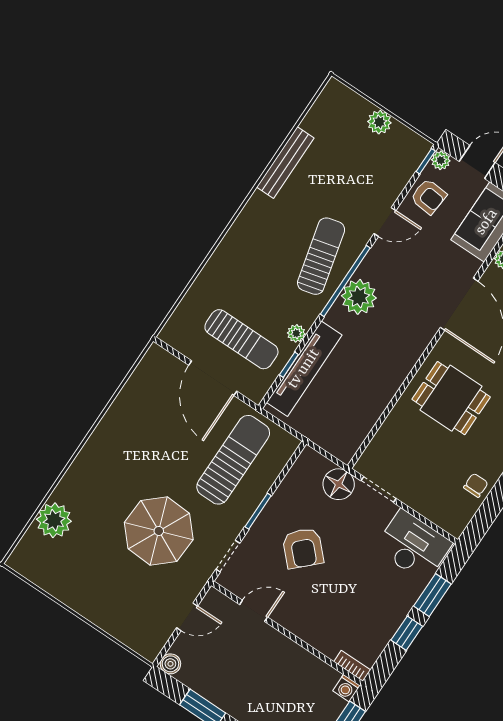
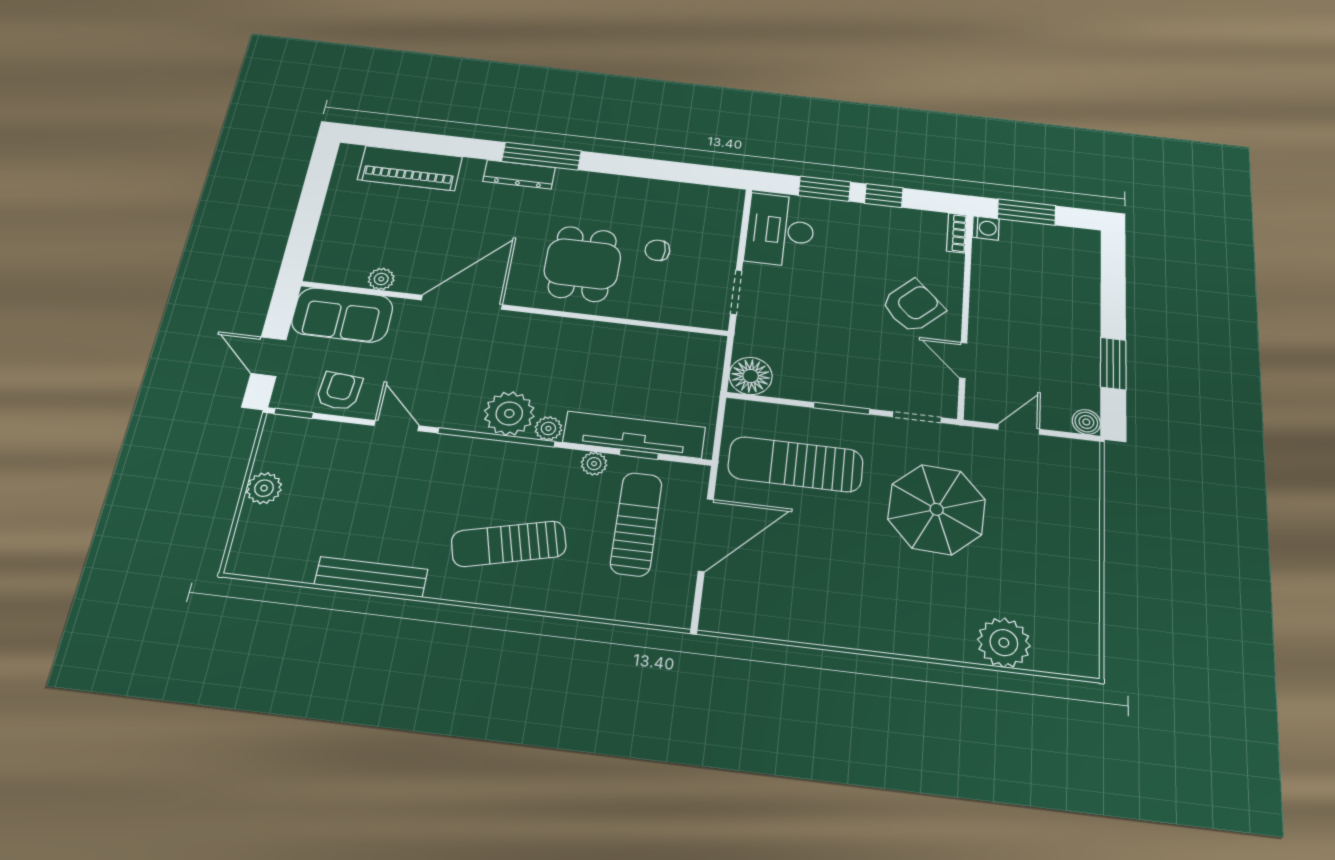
plant: (441, 160) -> (548, 428), moved
sun lounger: (321, 256) -> (509, 544), moved
floor lamp: (339, 484) -> (751, 376), moved
chair: (476, 485) -> (657, 250), moved
armchair: (303, 548) -> (913, 306), moved
door: (187, 617) -> (1019, 429), hinge flipped

